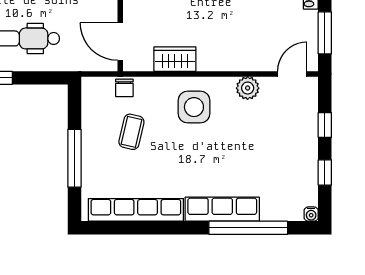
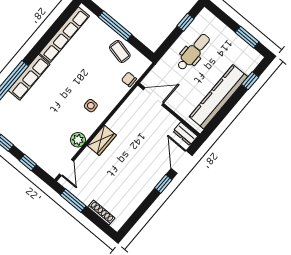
wardrobe: (175, 59) -> (102, 140), moved
side table: (194, 107) -> (91, 106), width x0.54, depth x0.54
coffee table: (131, 132) -> (120, 51), moved

